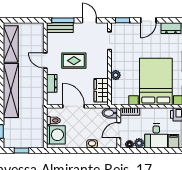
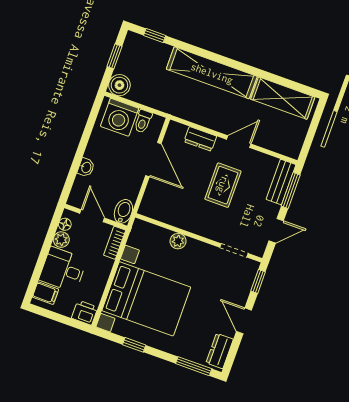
wardrobe: (101, 90) -> (163, 211), removed
door: (74, 106) -> (153, 160), hinge flipped
boiler: (37, 142) -> (119, 85), added

